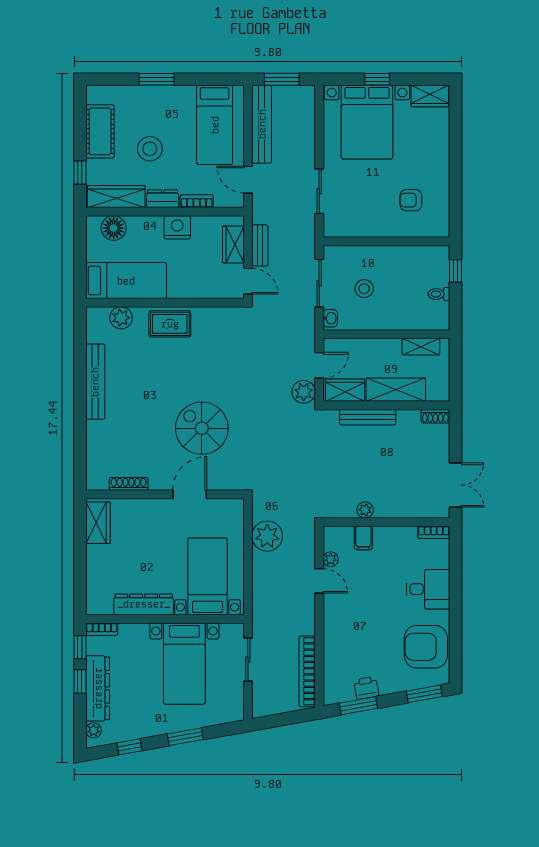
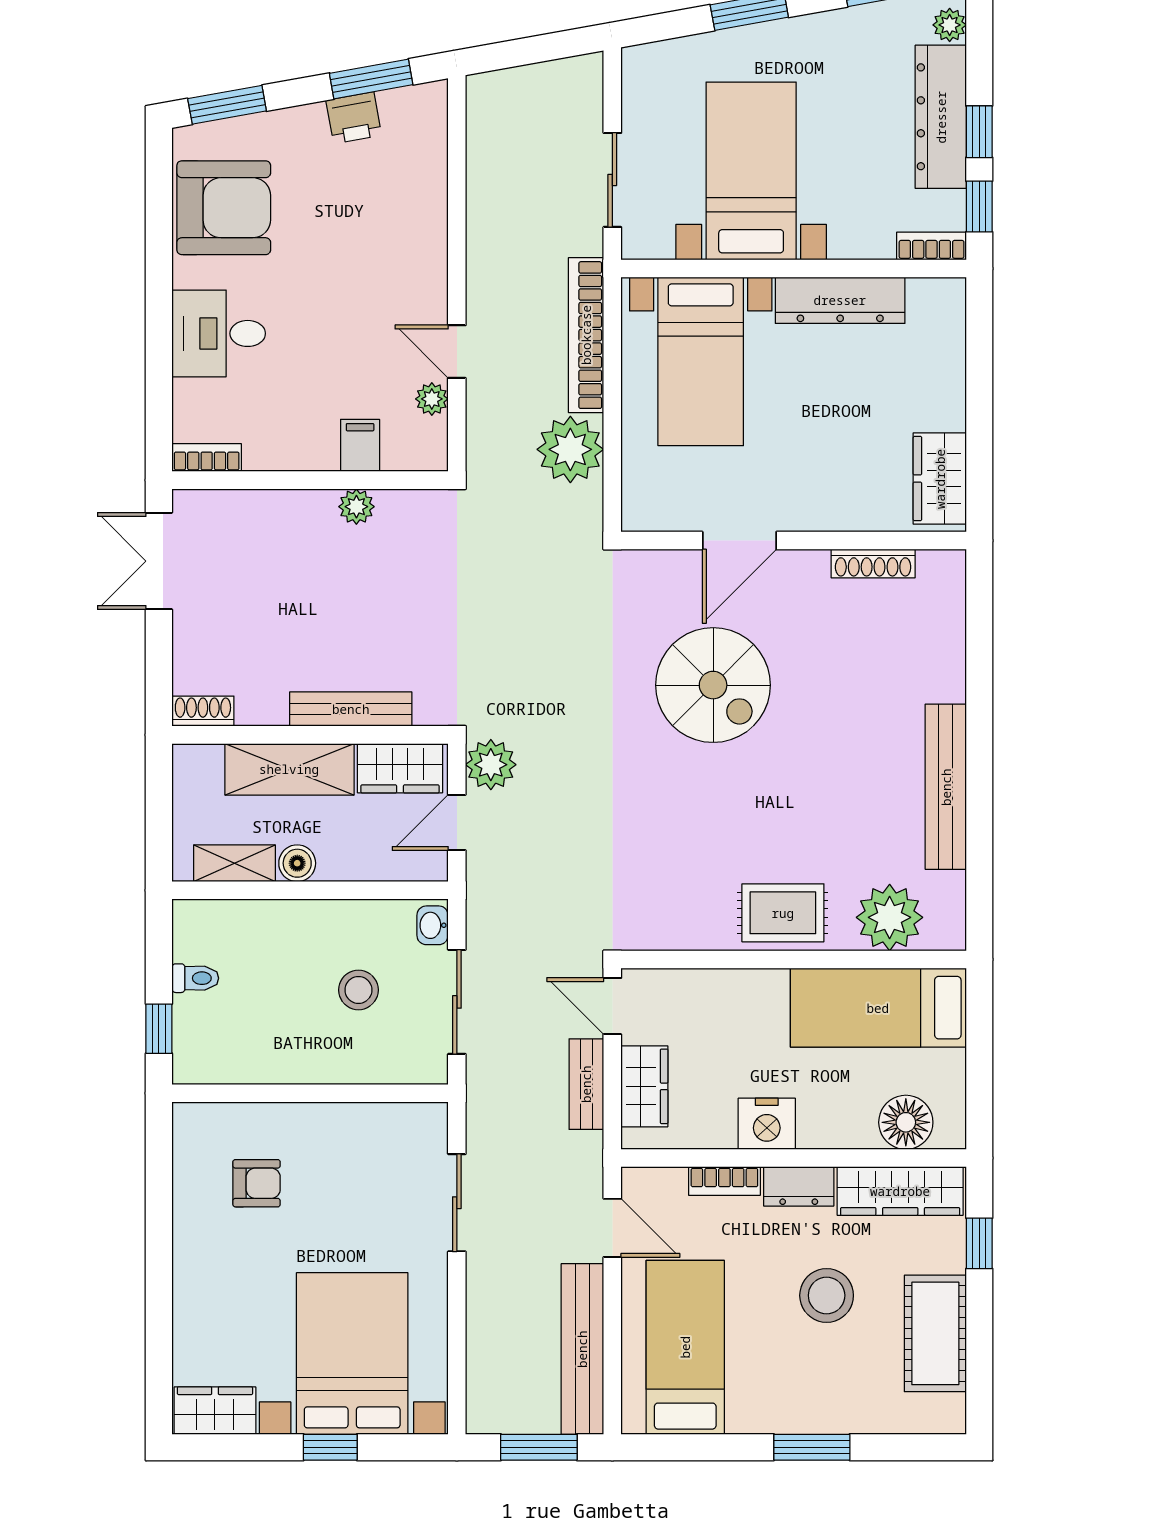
plant: (121, 318) -> (890, 917), width x1.36, depth x1.36
boiler: (392, 347) -> (297, 863), added
bookcase: (307, 671) -> (586, 335), moved, turned 180

